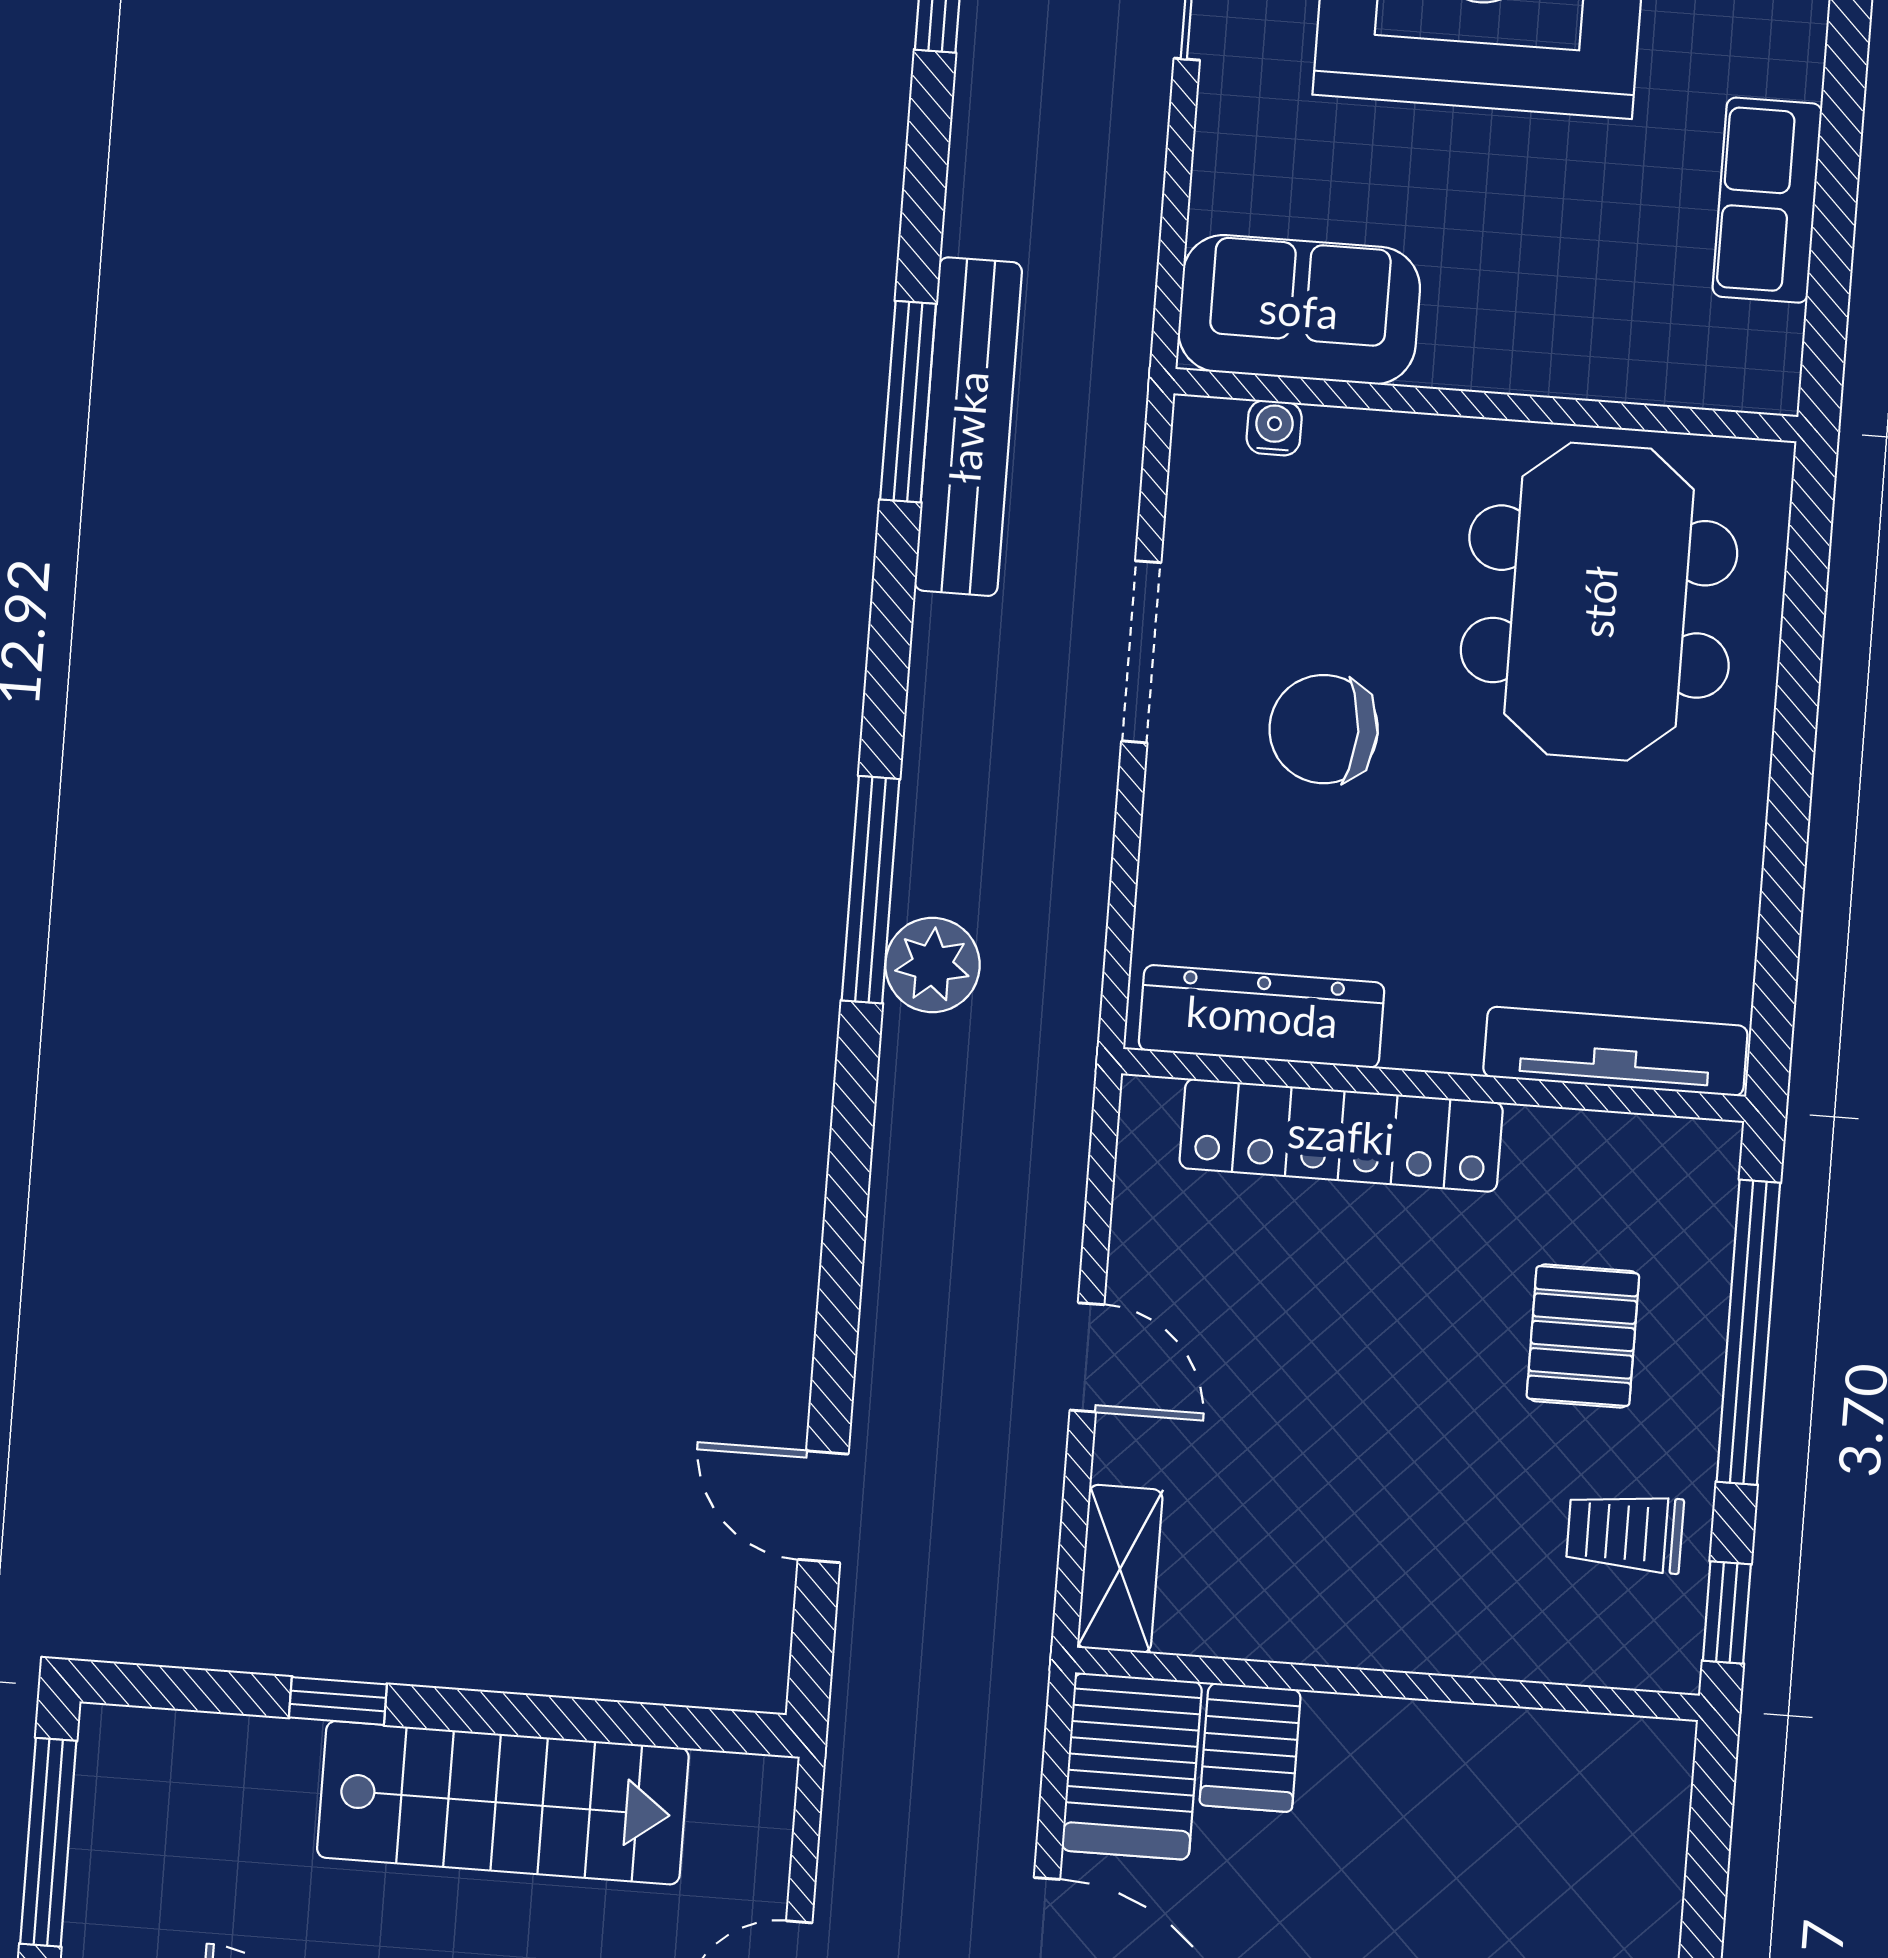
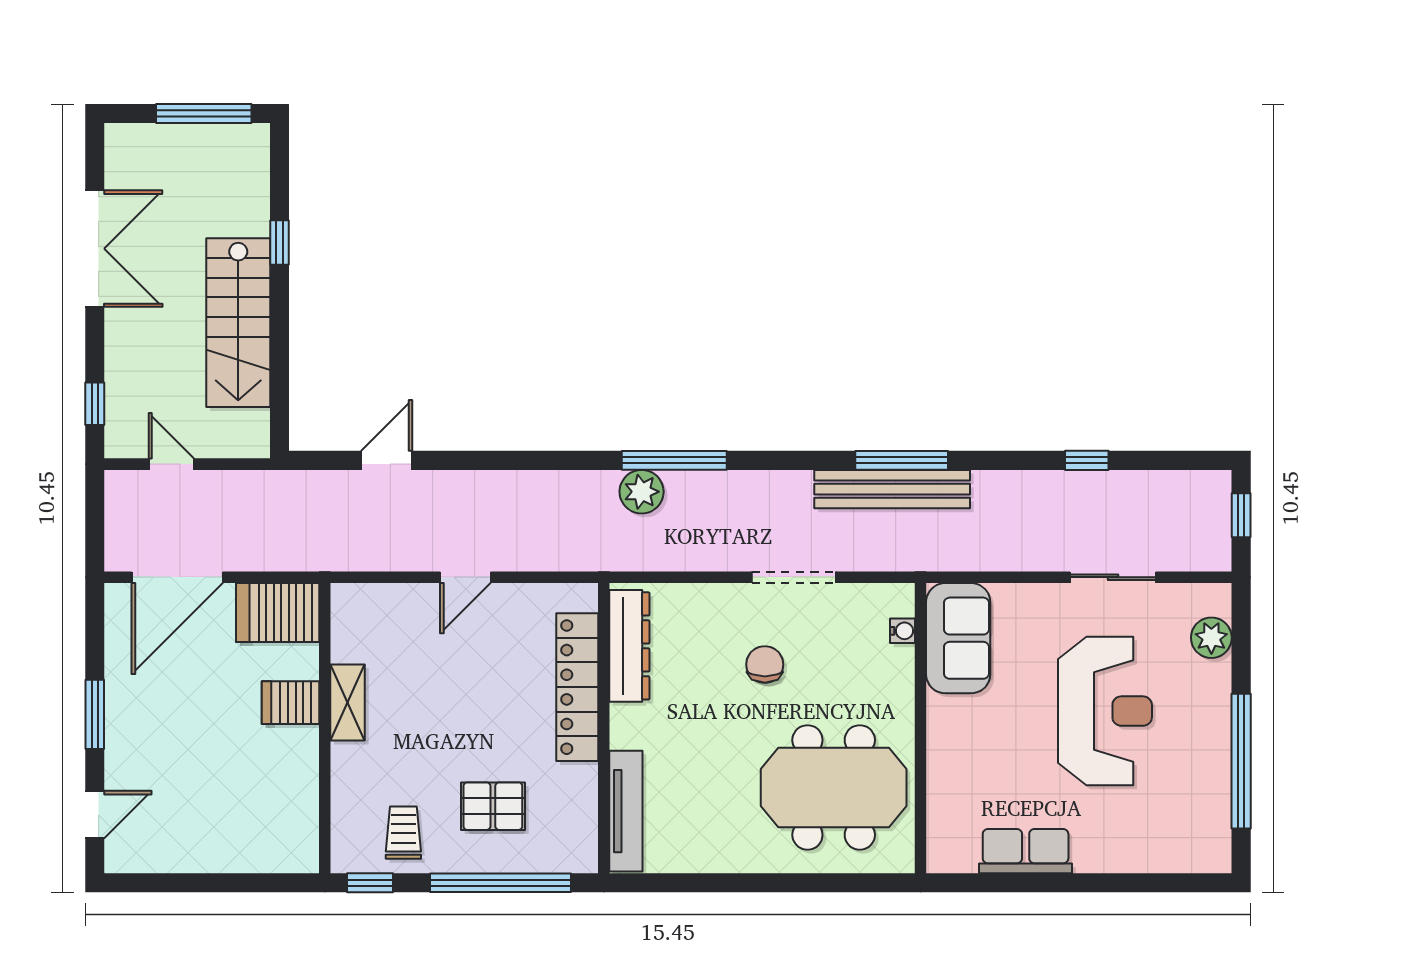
chair: (1324, 729) -> (765, 664), width x0.73, depth x0.73
shelving: (1120, 1569) -> (348, 703), moved, turned 90
server rack: (1250, 1747) -> (291, 703), moved

